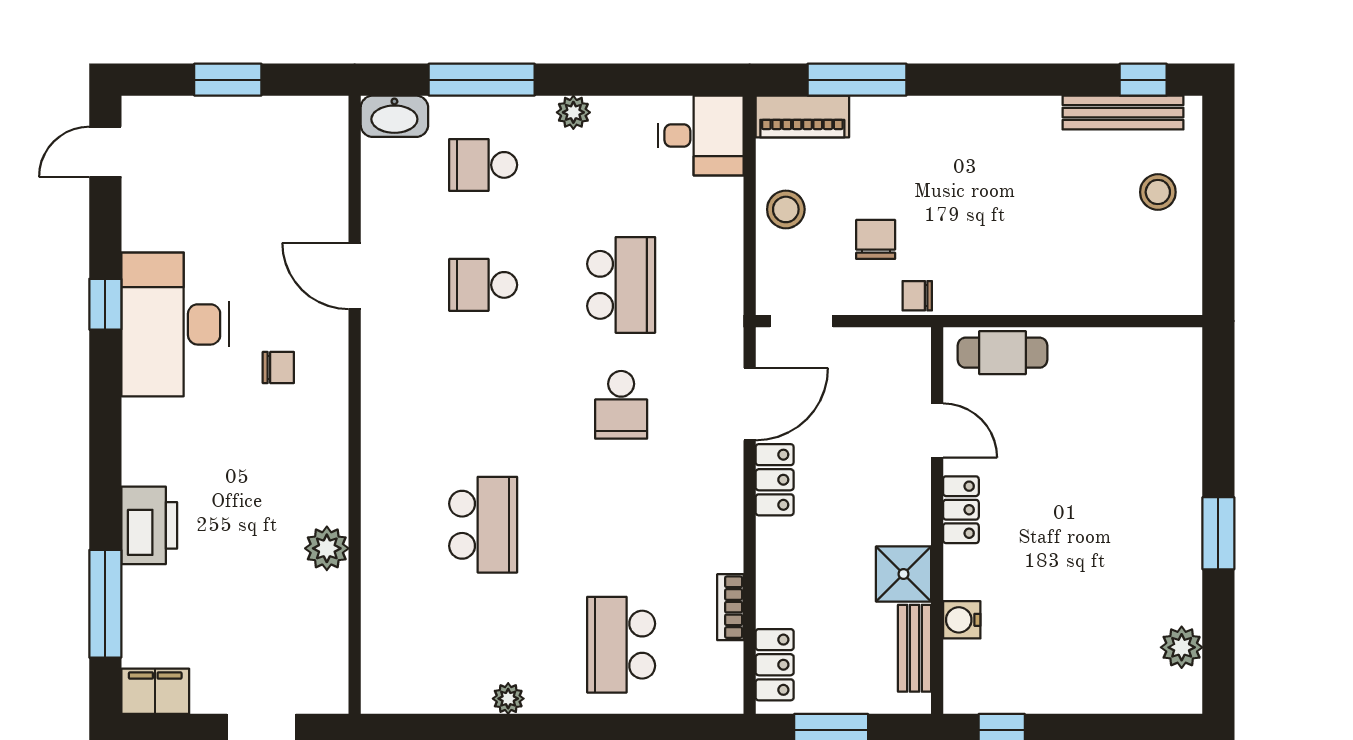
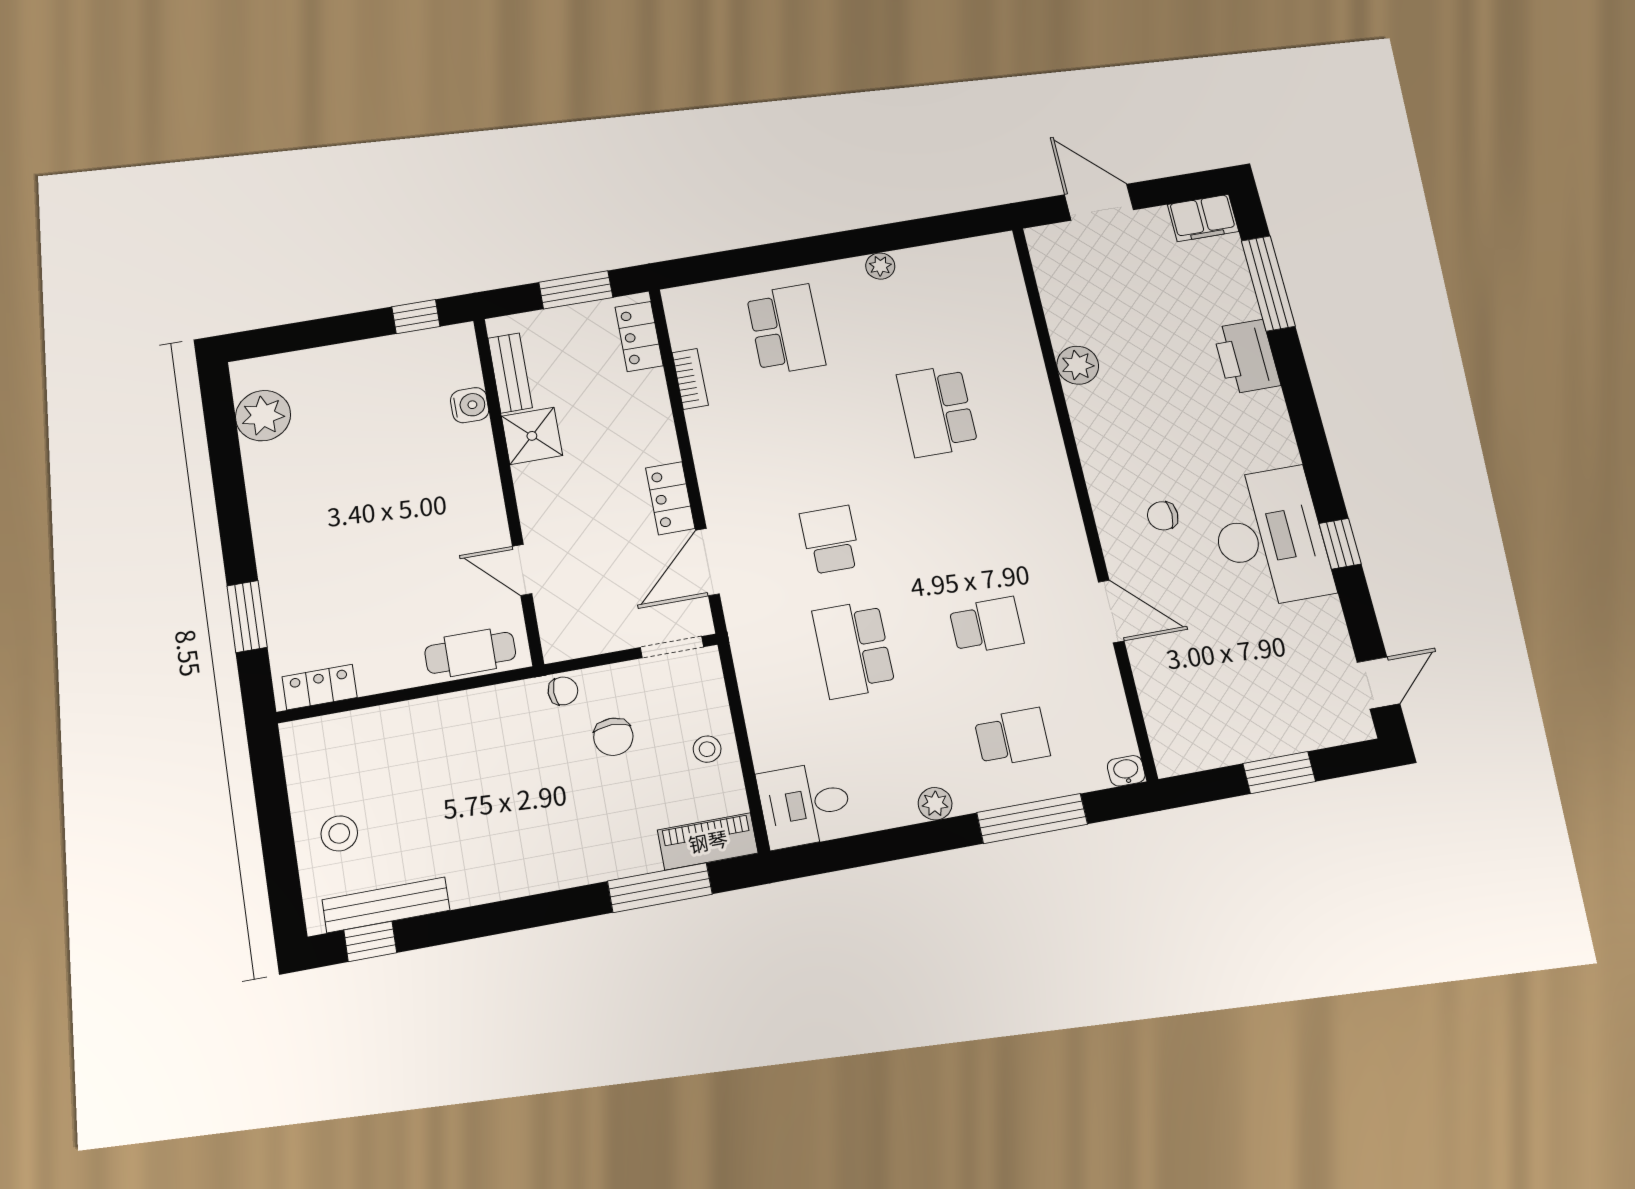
washbasin: (394, 116) -> (1126, 771), width x0.52, depth x0.69
stool: (786, 209) -> (707, 749), width x0.73, depth x0.73
locker: (961, 510) -> (320, 687), moved, turned 90
window: (1218, 533) -> (247, 616), moved
plant: (1182, 647) -> (263, 416), width x1.36, depth x1.36

